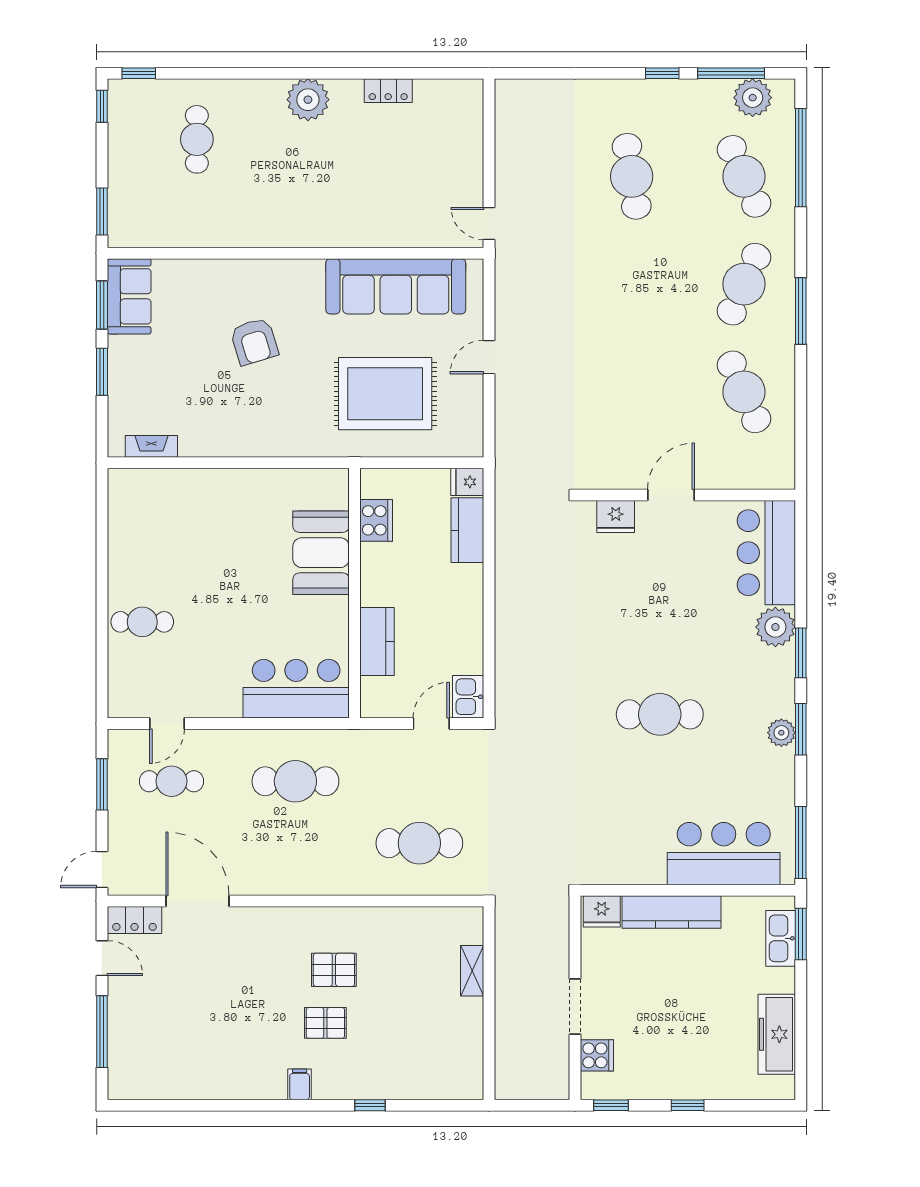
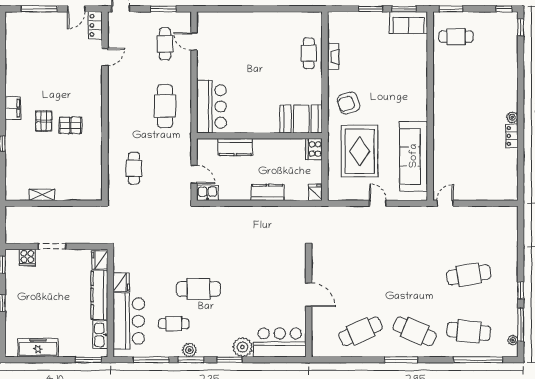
locker: (388, 91) -> (512, 136), moved
plant: (753, 98) -> (513, 340), width x0.53, depth x0.53
plant: (308, 100) -> (512, 117), width x0.53, depth x0.53
cafe table: (197, 139) -> (456, 37), moved
cafe table: (744, 176) -> (469, 331), turned 30
armchair: (254, 341) -> (349, 103), moved
fireplace: (151, 446) -> (333, 57), moved
fridge: (616, 517) -> (121, 282), moved, turned 180
cooker: (376, 520) -> (314, 149), moved, turned 90
kitchen counter: (467, 530) -> (268, 192), moved
booth: (321, 553) -> (301, 119), moved
cafe table: (142, 622) -> (309, 53), moved
cafe table: (660, 714) -> (199, 289), turned 90
cafe table: (729, 764) -> (174, 324), added
window: (801, 842) -> (151, 360), moved
cafe table: (419, 843) -> (134, 168), width x0.73, depth x0.74
door: (197, 901) -> (105, 57), width x0.53
kitchen sink: (781, 938) -> (100, 335), moved, turned -90
pallet: (334, 970) -> (70, 125), turned 90
shelving: (472, 971) -> (42, 195), moved
filing cabinet: (300, 1084) -> (13, 108), width x2.00

